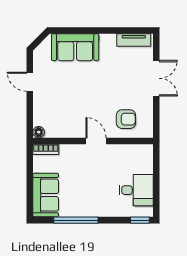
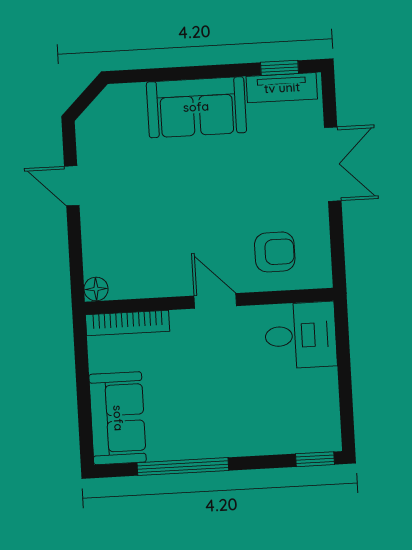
window: (133, 30) -> (279, 68), added
sofa: (75, 47) -> (196, 107), moved
bookcase: (46, 149) -> (128, 323), width x1.56
desk: (136, 190) -> (301, 335), moved

